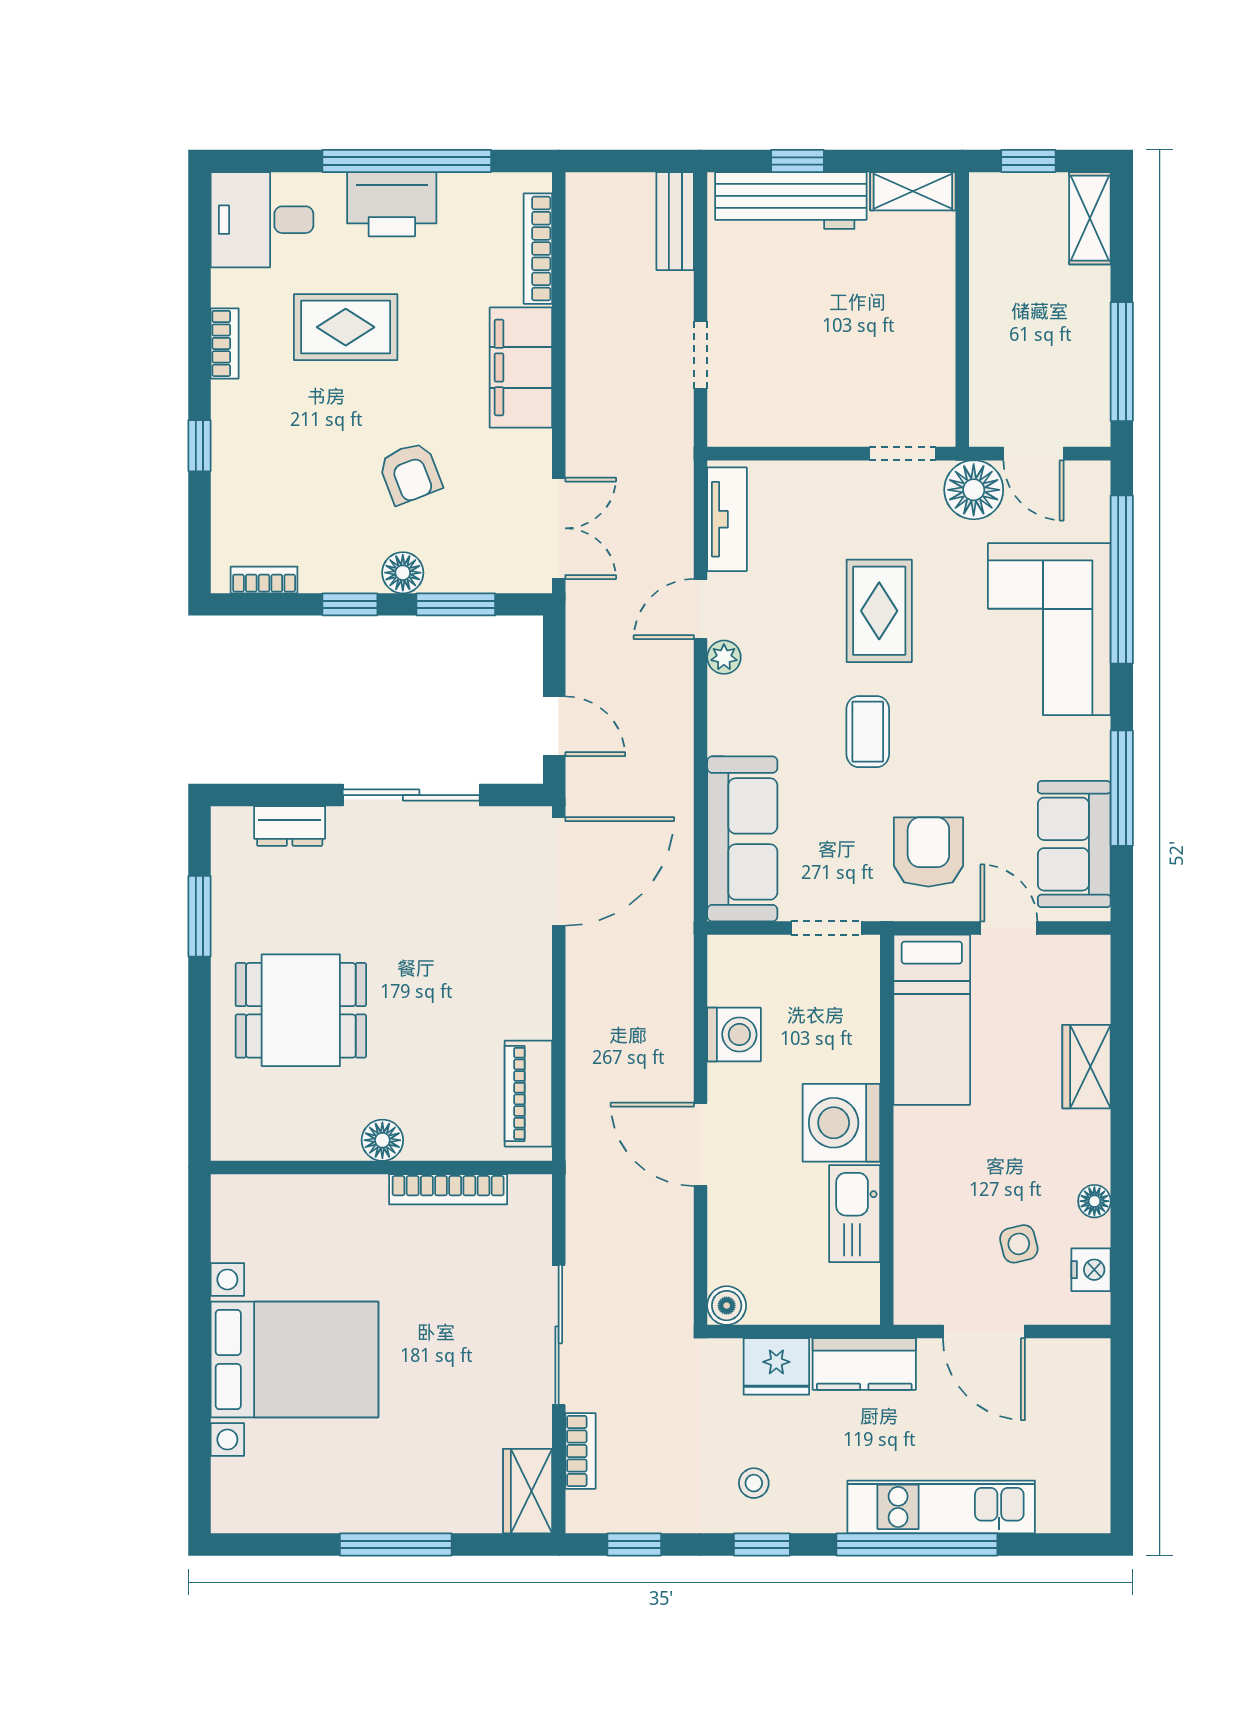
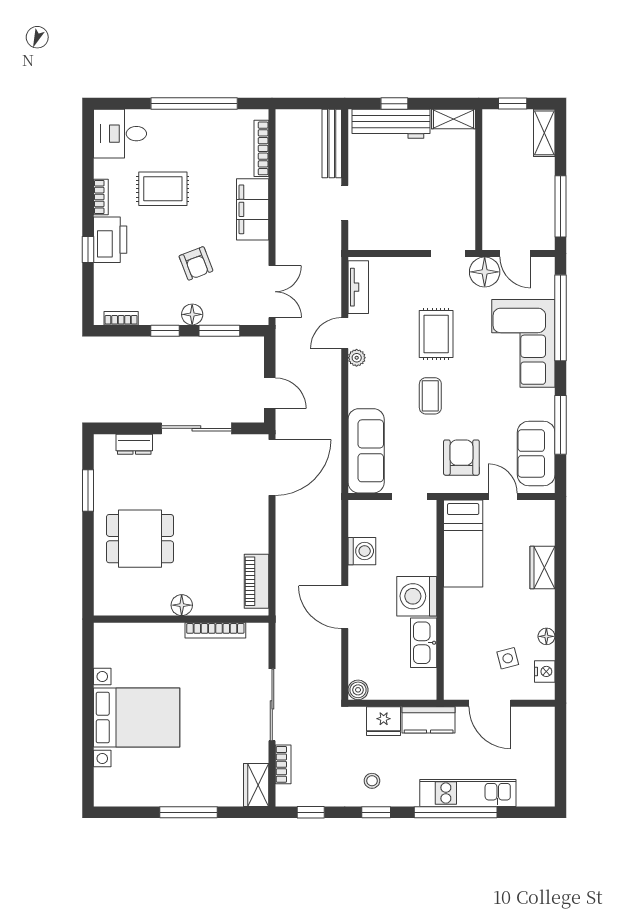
printer: (392, 204) -> (110, 240), moved, turned -90
bench: (675, 221) -> (332, 144), width x1.36

